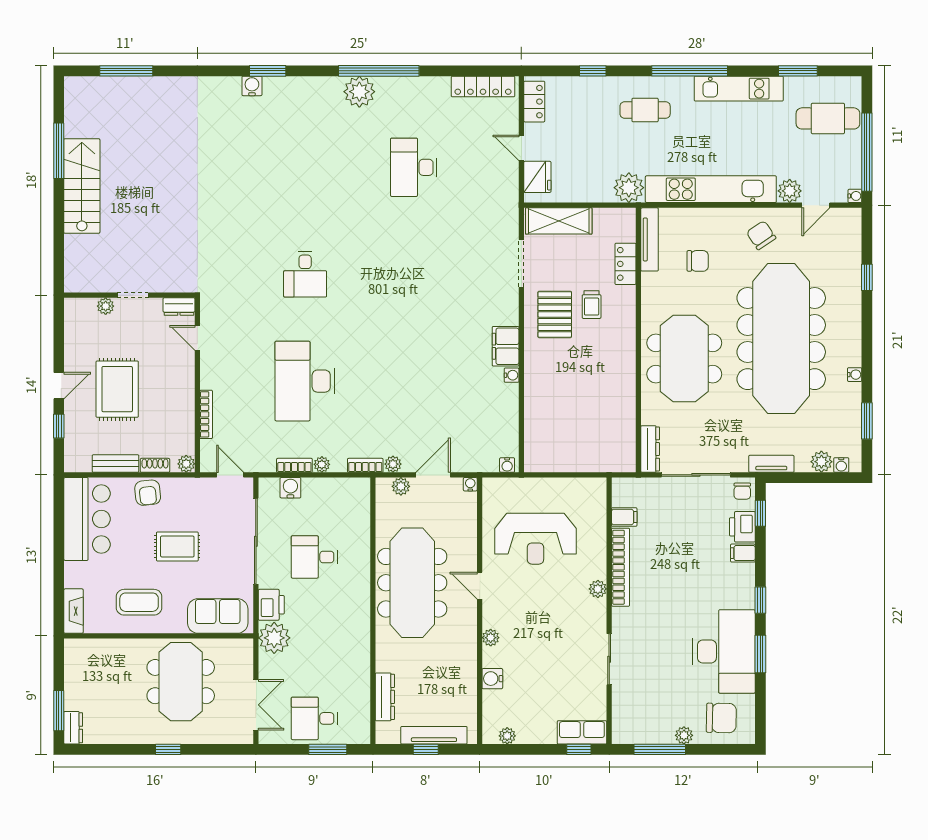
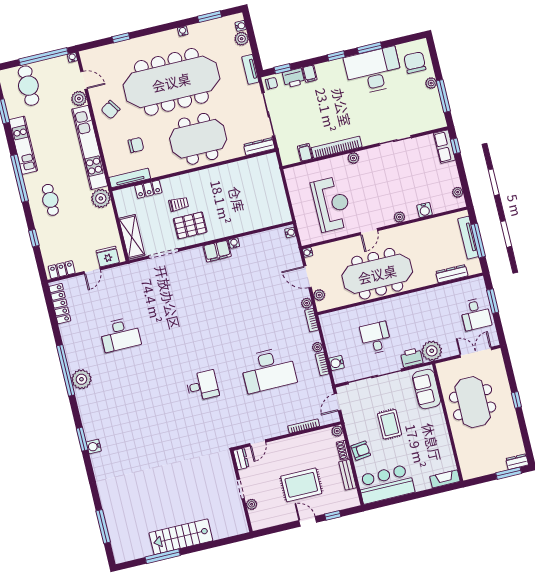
chair: (698, 261) -> (136, 145), turned 90
desk: (314, 557) -> (376, 338), turned 180
coffee table: (139, 602) -> (430, 440), removed
meeting table: (181, 682) -> (473, 402), turned 90
window: (426, 749) -> (478, 241), width x2.17

